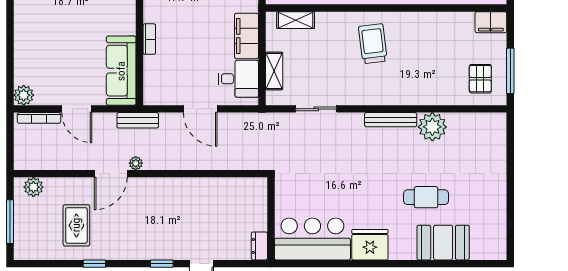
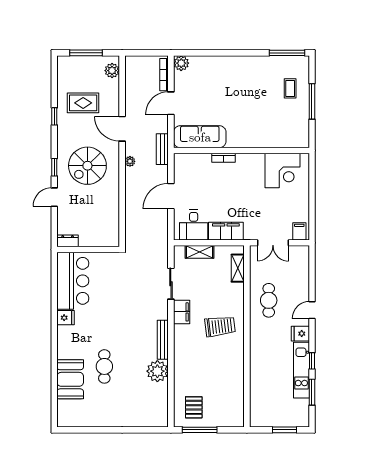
filing cabinet: (491, 22) -> (182, 312), moved, turned 180
pallet: (480, 79) -> (194, 407), turned 90
plant: (136, 163) -> (130, 161), moved
spiral stairs: (160, 220) -> (87, 166), added
fridge: (370, 245) -> (66, 318), width x0.53, depth x0.75

